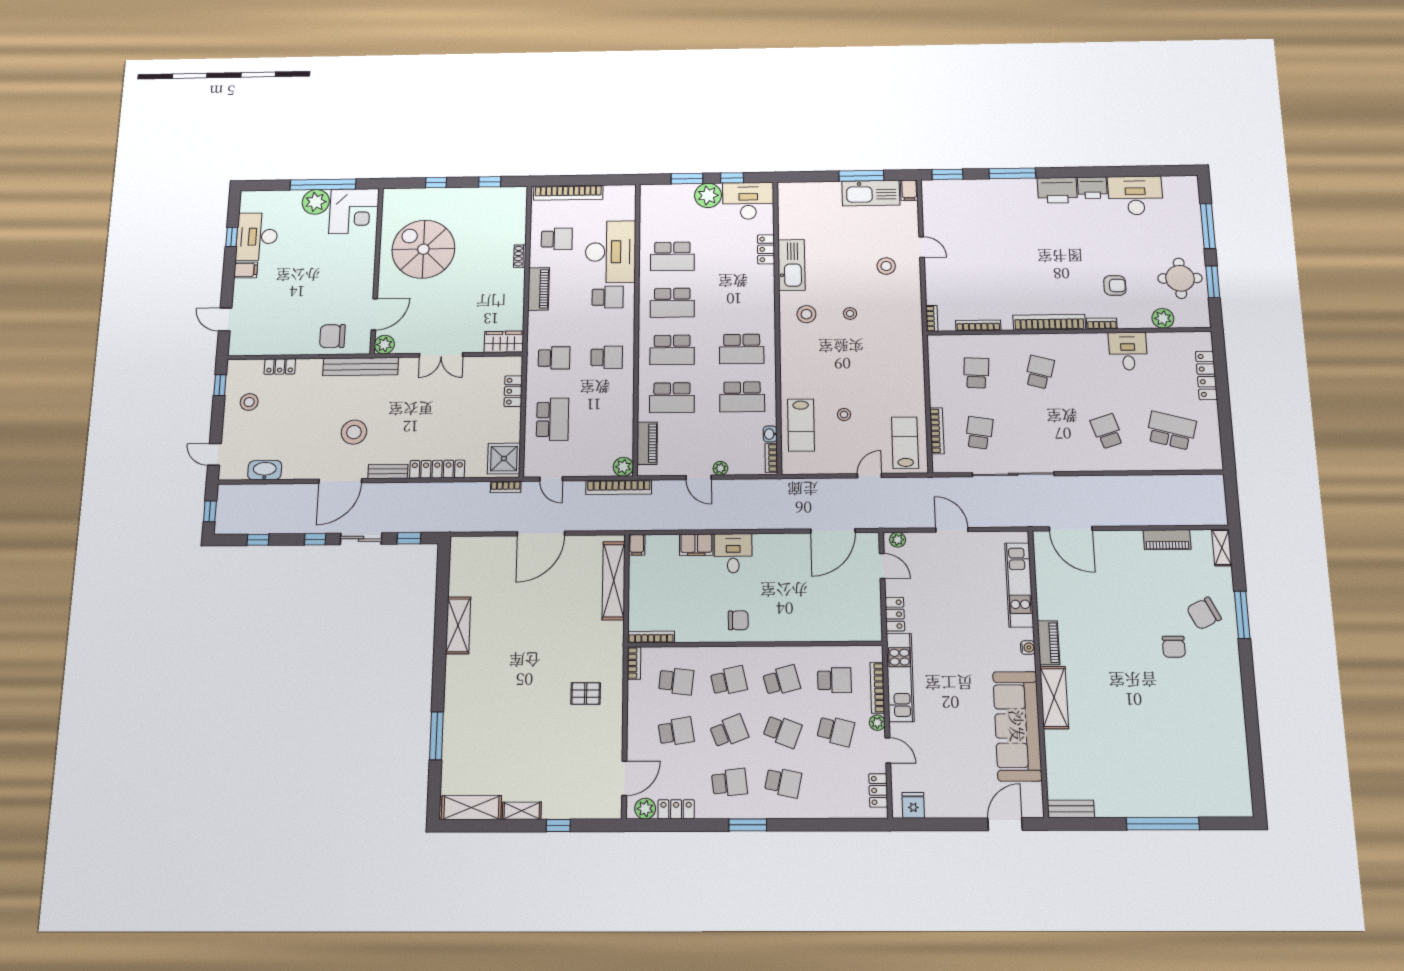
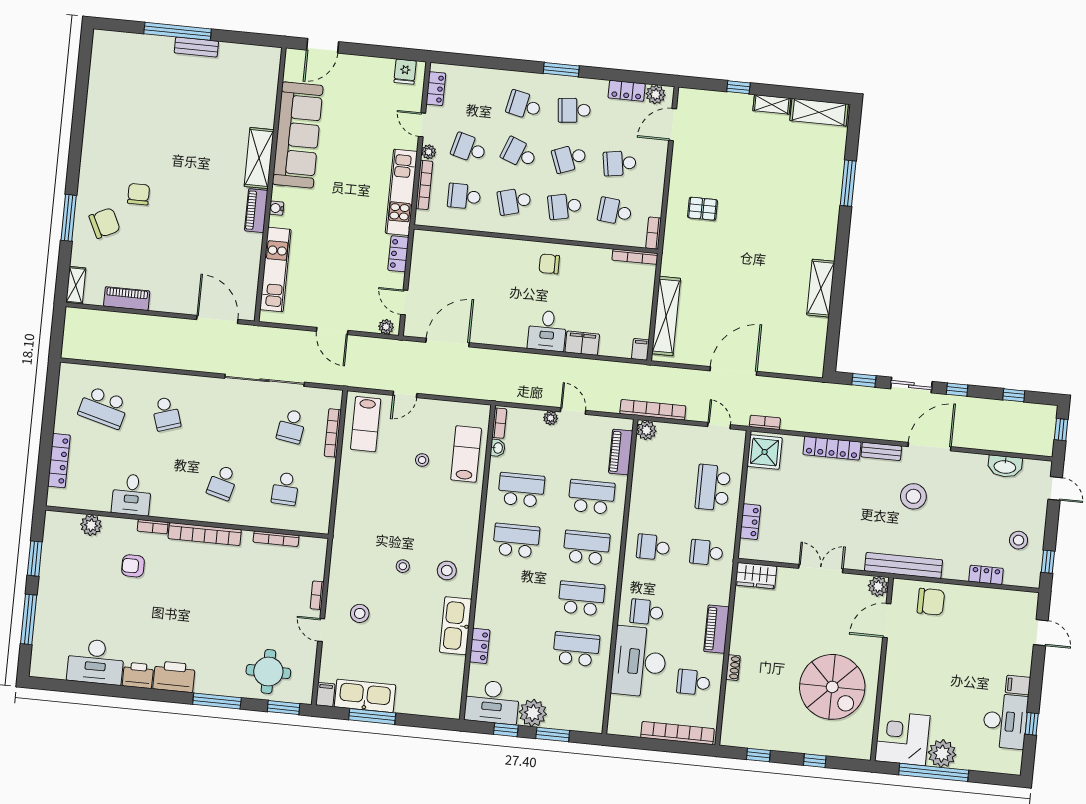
round table: (1180, 278) -> (268, 672), moved
bookcase: (932, 318) -> (317, 595), moved
bench: (1071, 809) -> (196, 47), moved

